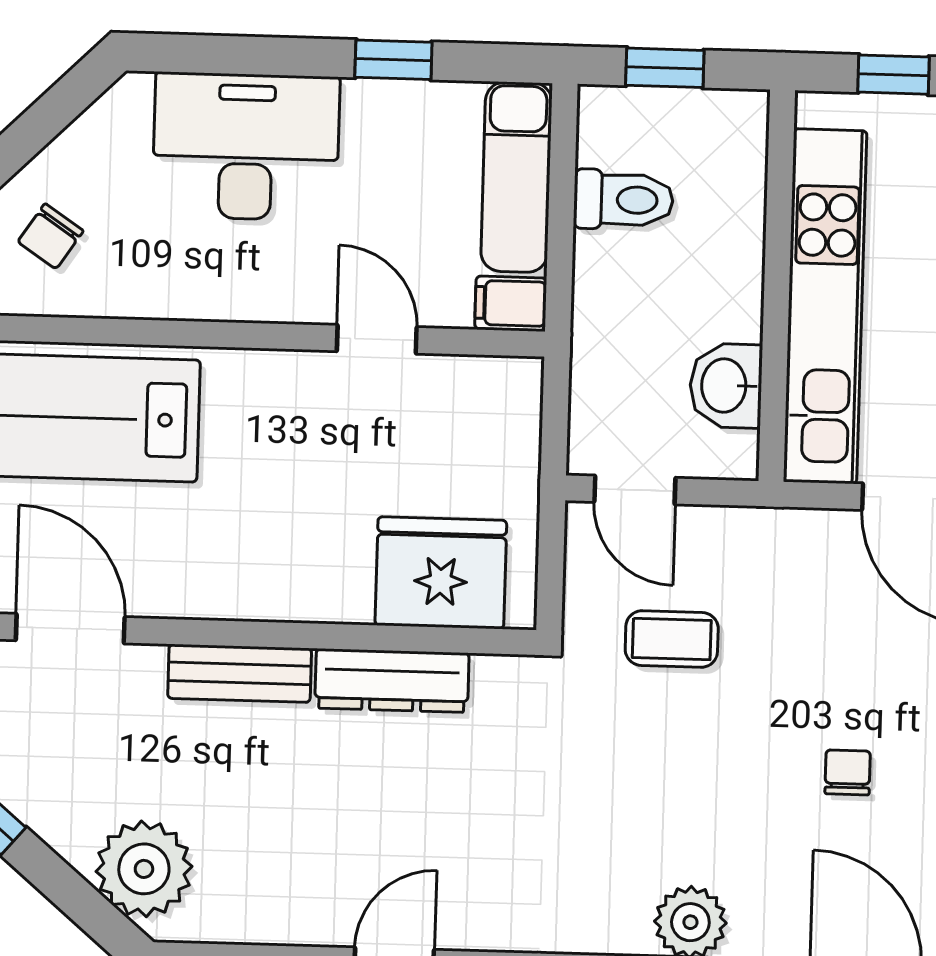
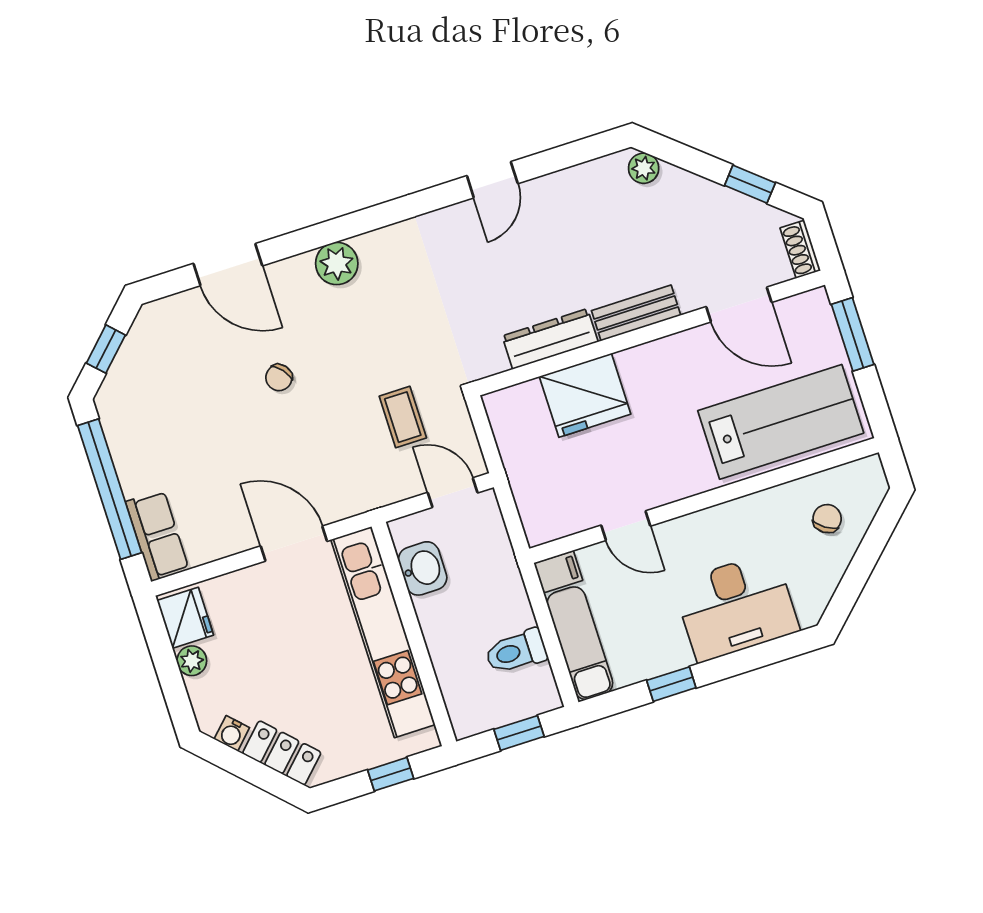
fridge: (441, 573) -> (585, 395), moved
coffee table: (672, 639) -> (403, 417), turned 90
chair: (848, 772) -> (279, 378), turned 51
plant: (144, 869) -> (644, 168), width x0.53, depth x0.53

